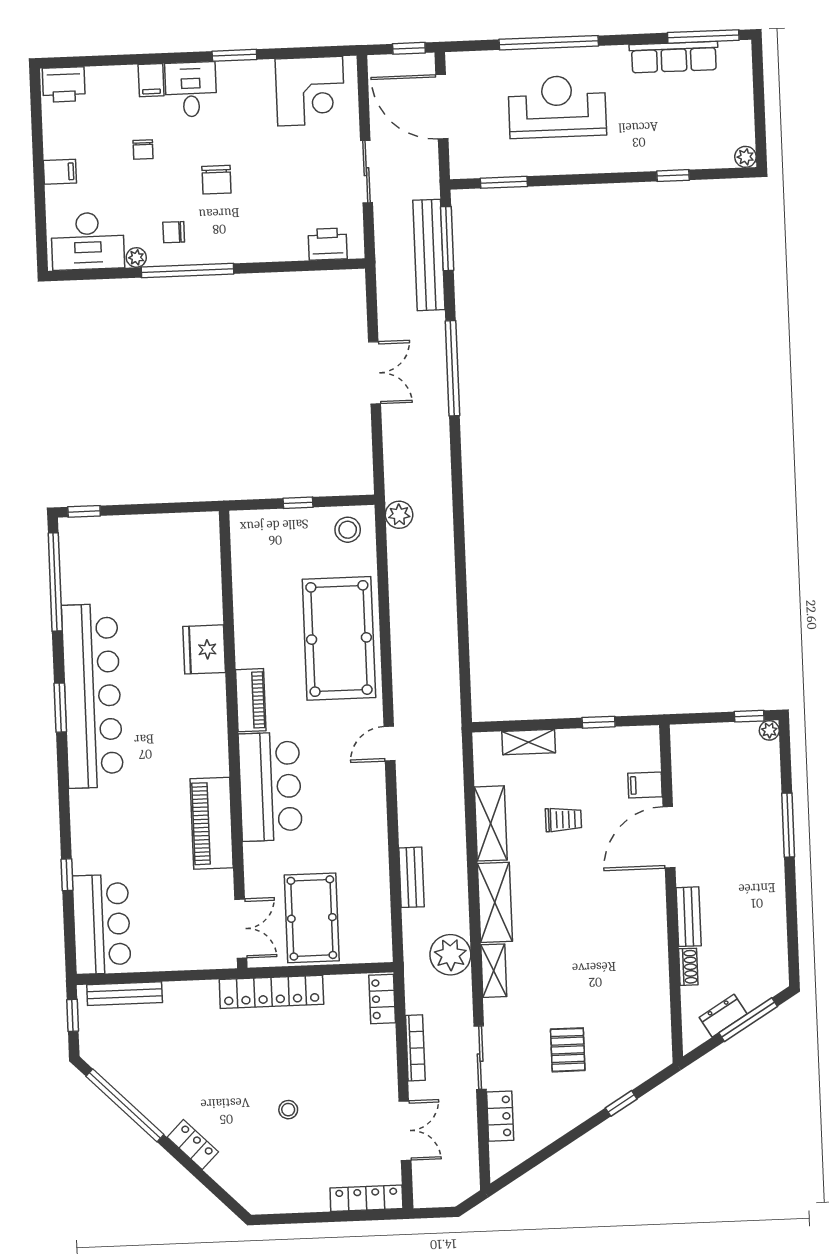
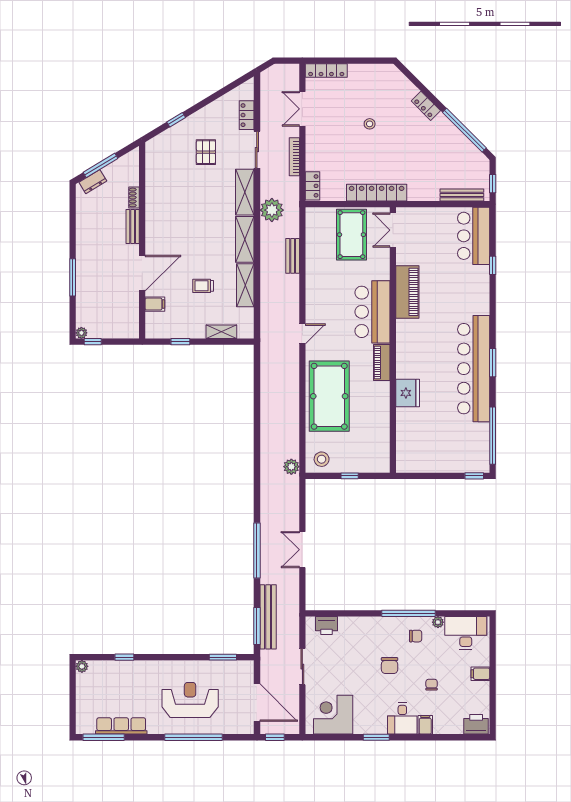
reception desk: (557, 107) -> (190, 700), turned 180
chair: (216, 180) -> (390, 665), turned 180
shelving: (494, 971) -> (245, 192), width x1.50, depth x1.33
dresser: (723, 1016) -> (93, 182), moved

